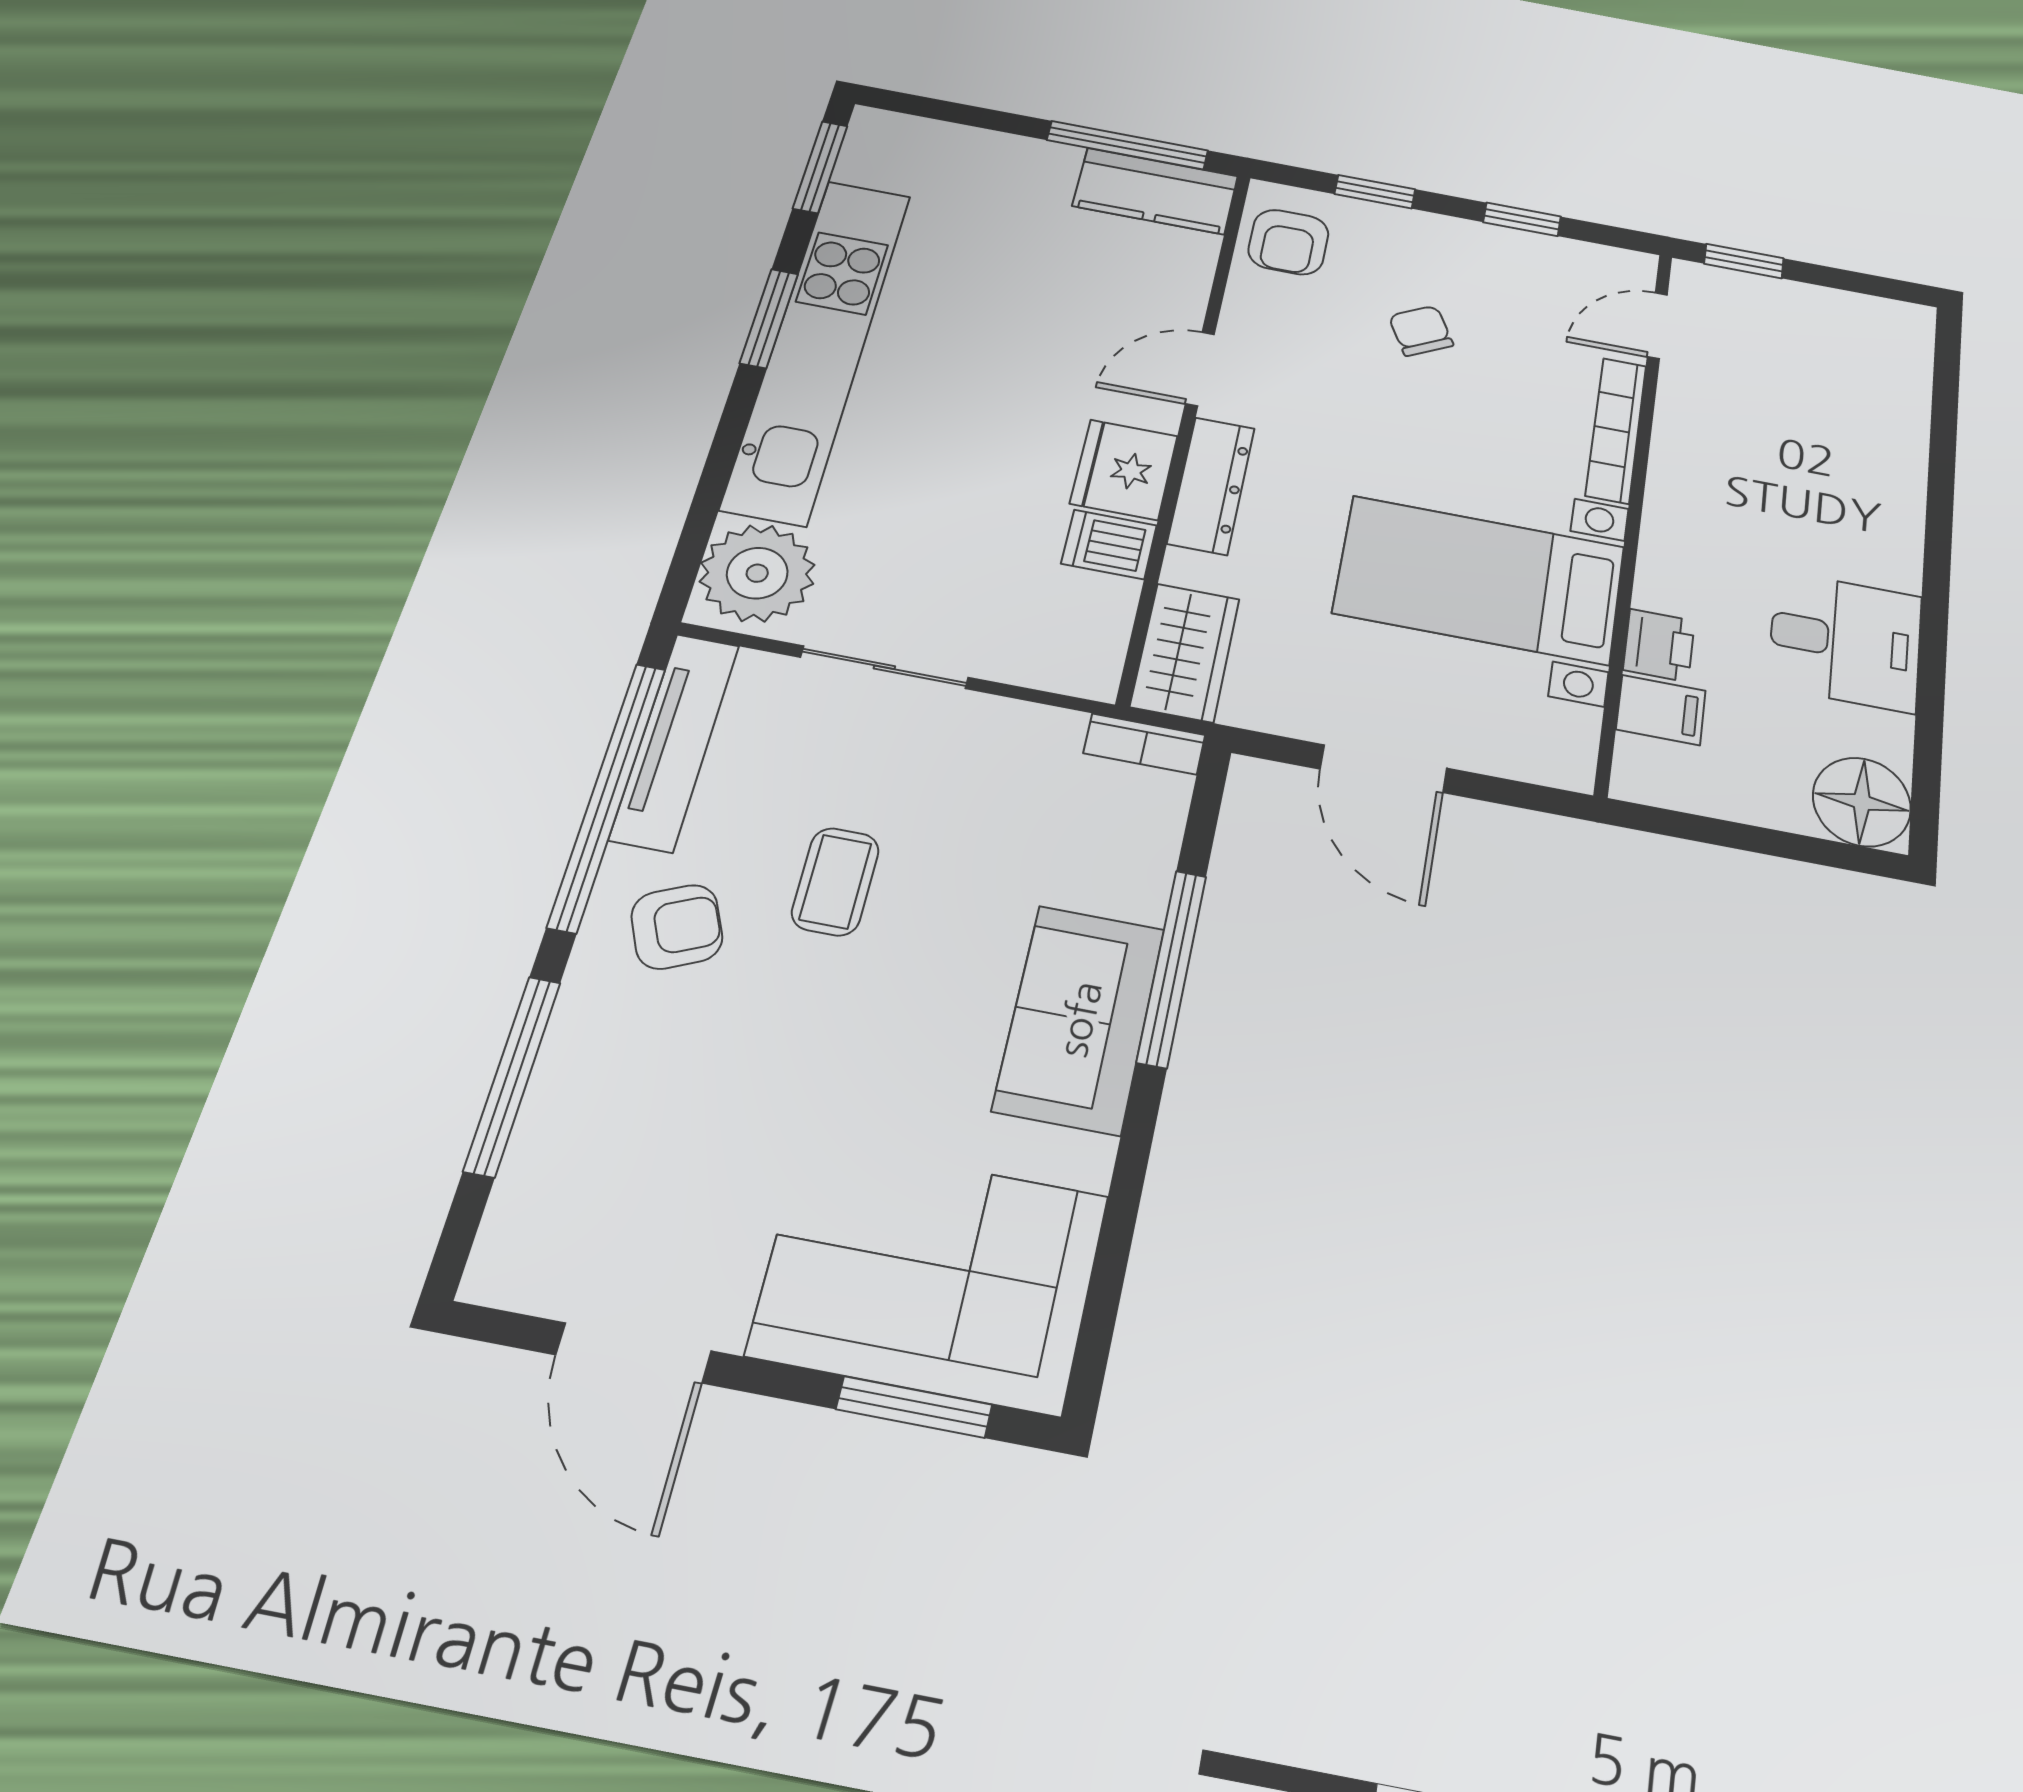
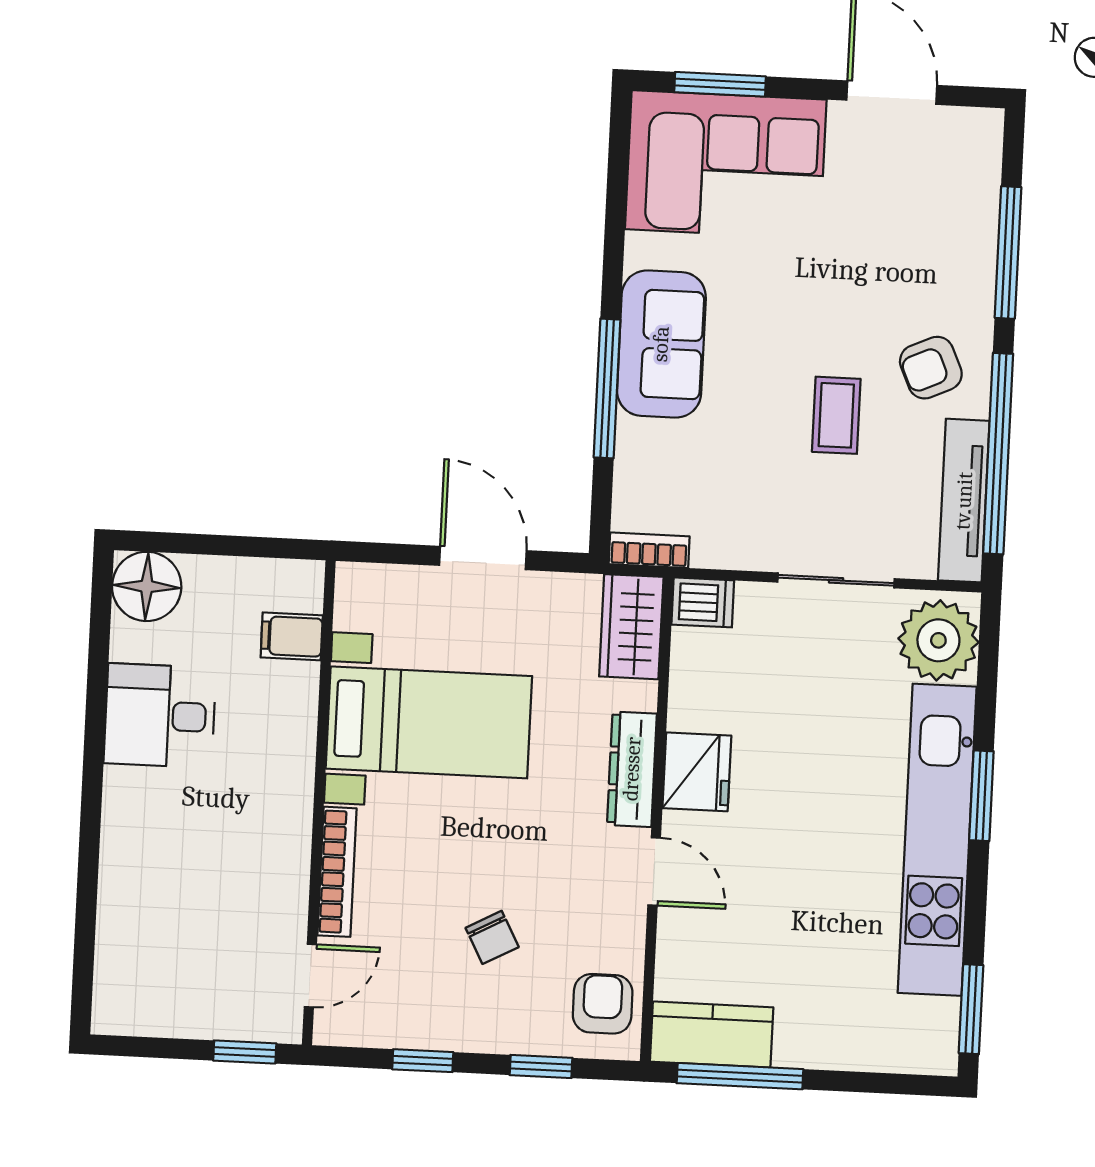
window: (769, 318) -> (981, 796), moved
door: (1200, 369) -> (654, 871), hinge flipped
dishwasher: (1109, 544) -> (703, 602), moved
printer: (1659, 645) -> (296, 689), removed

